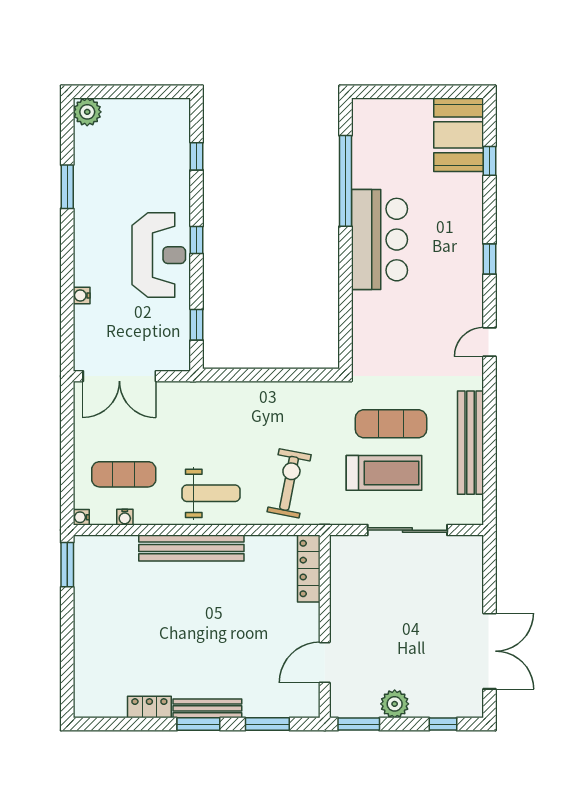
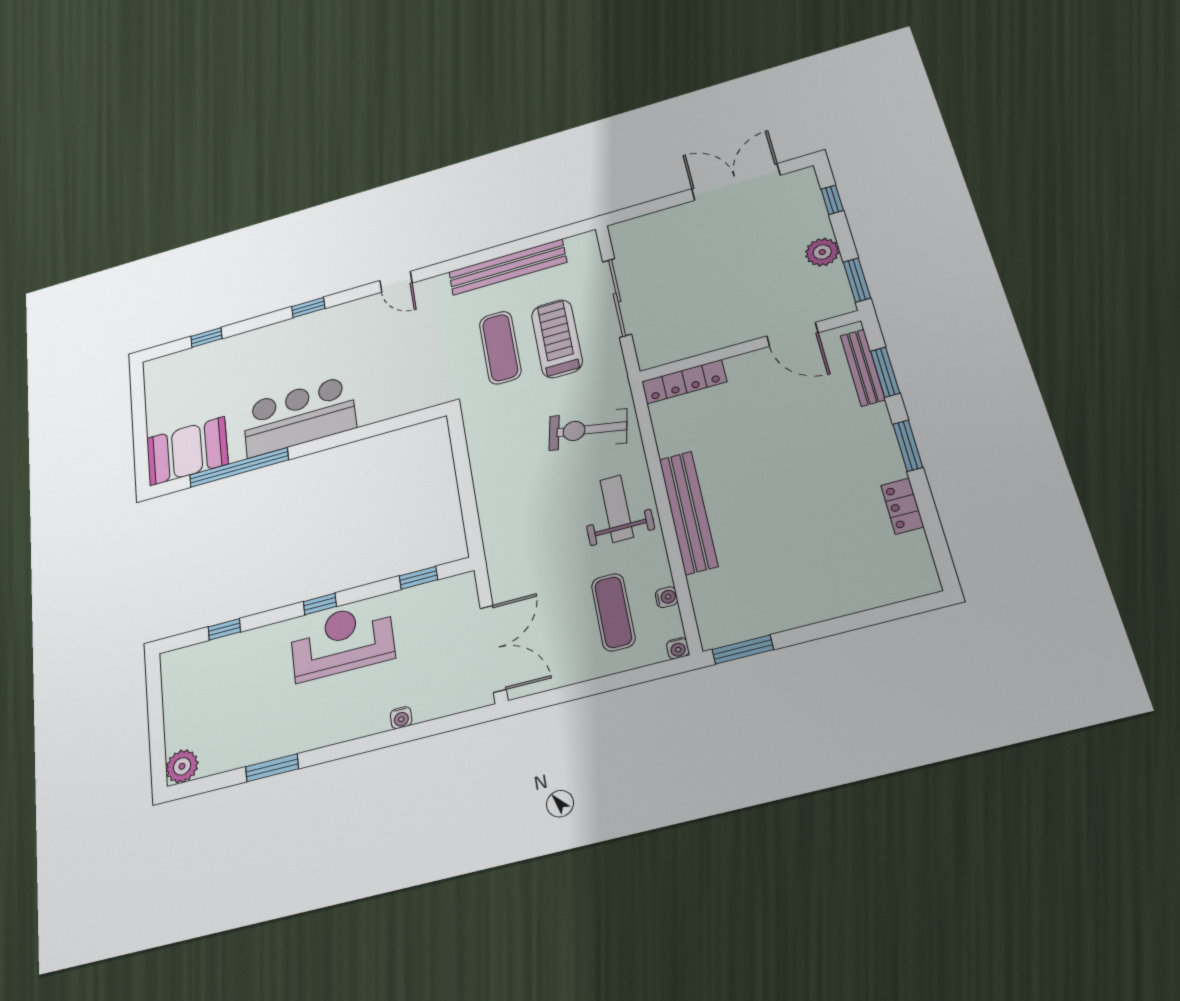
booth: (459, 135) -> (187, 451), moved
bench: (207, 708) -> (863, 368), moved

